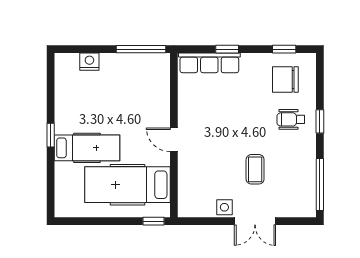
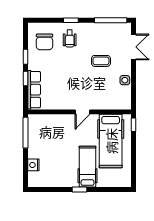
window: (284, 49) -> (25, 57), moved
double door: (255, 221) -> (134, 47), moved

